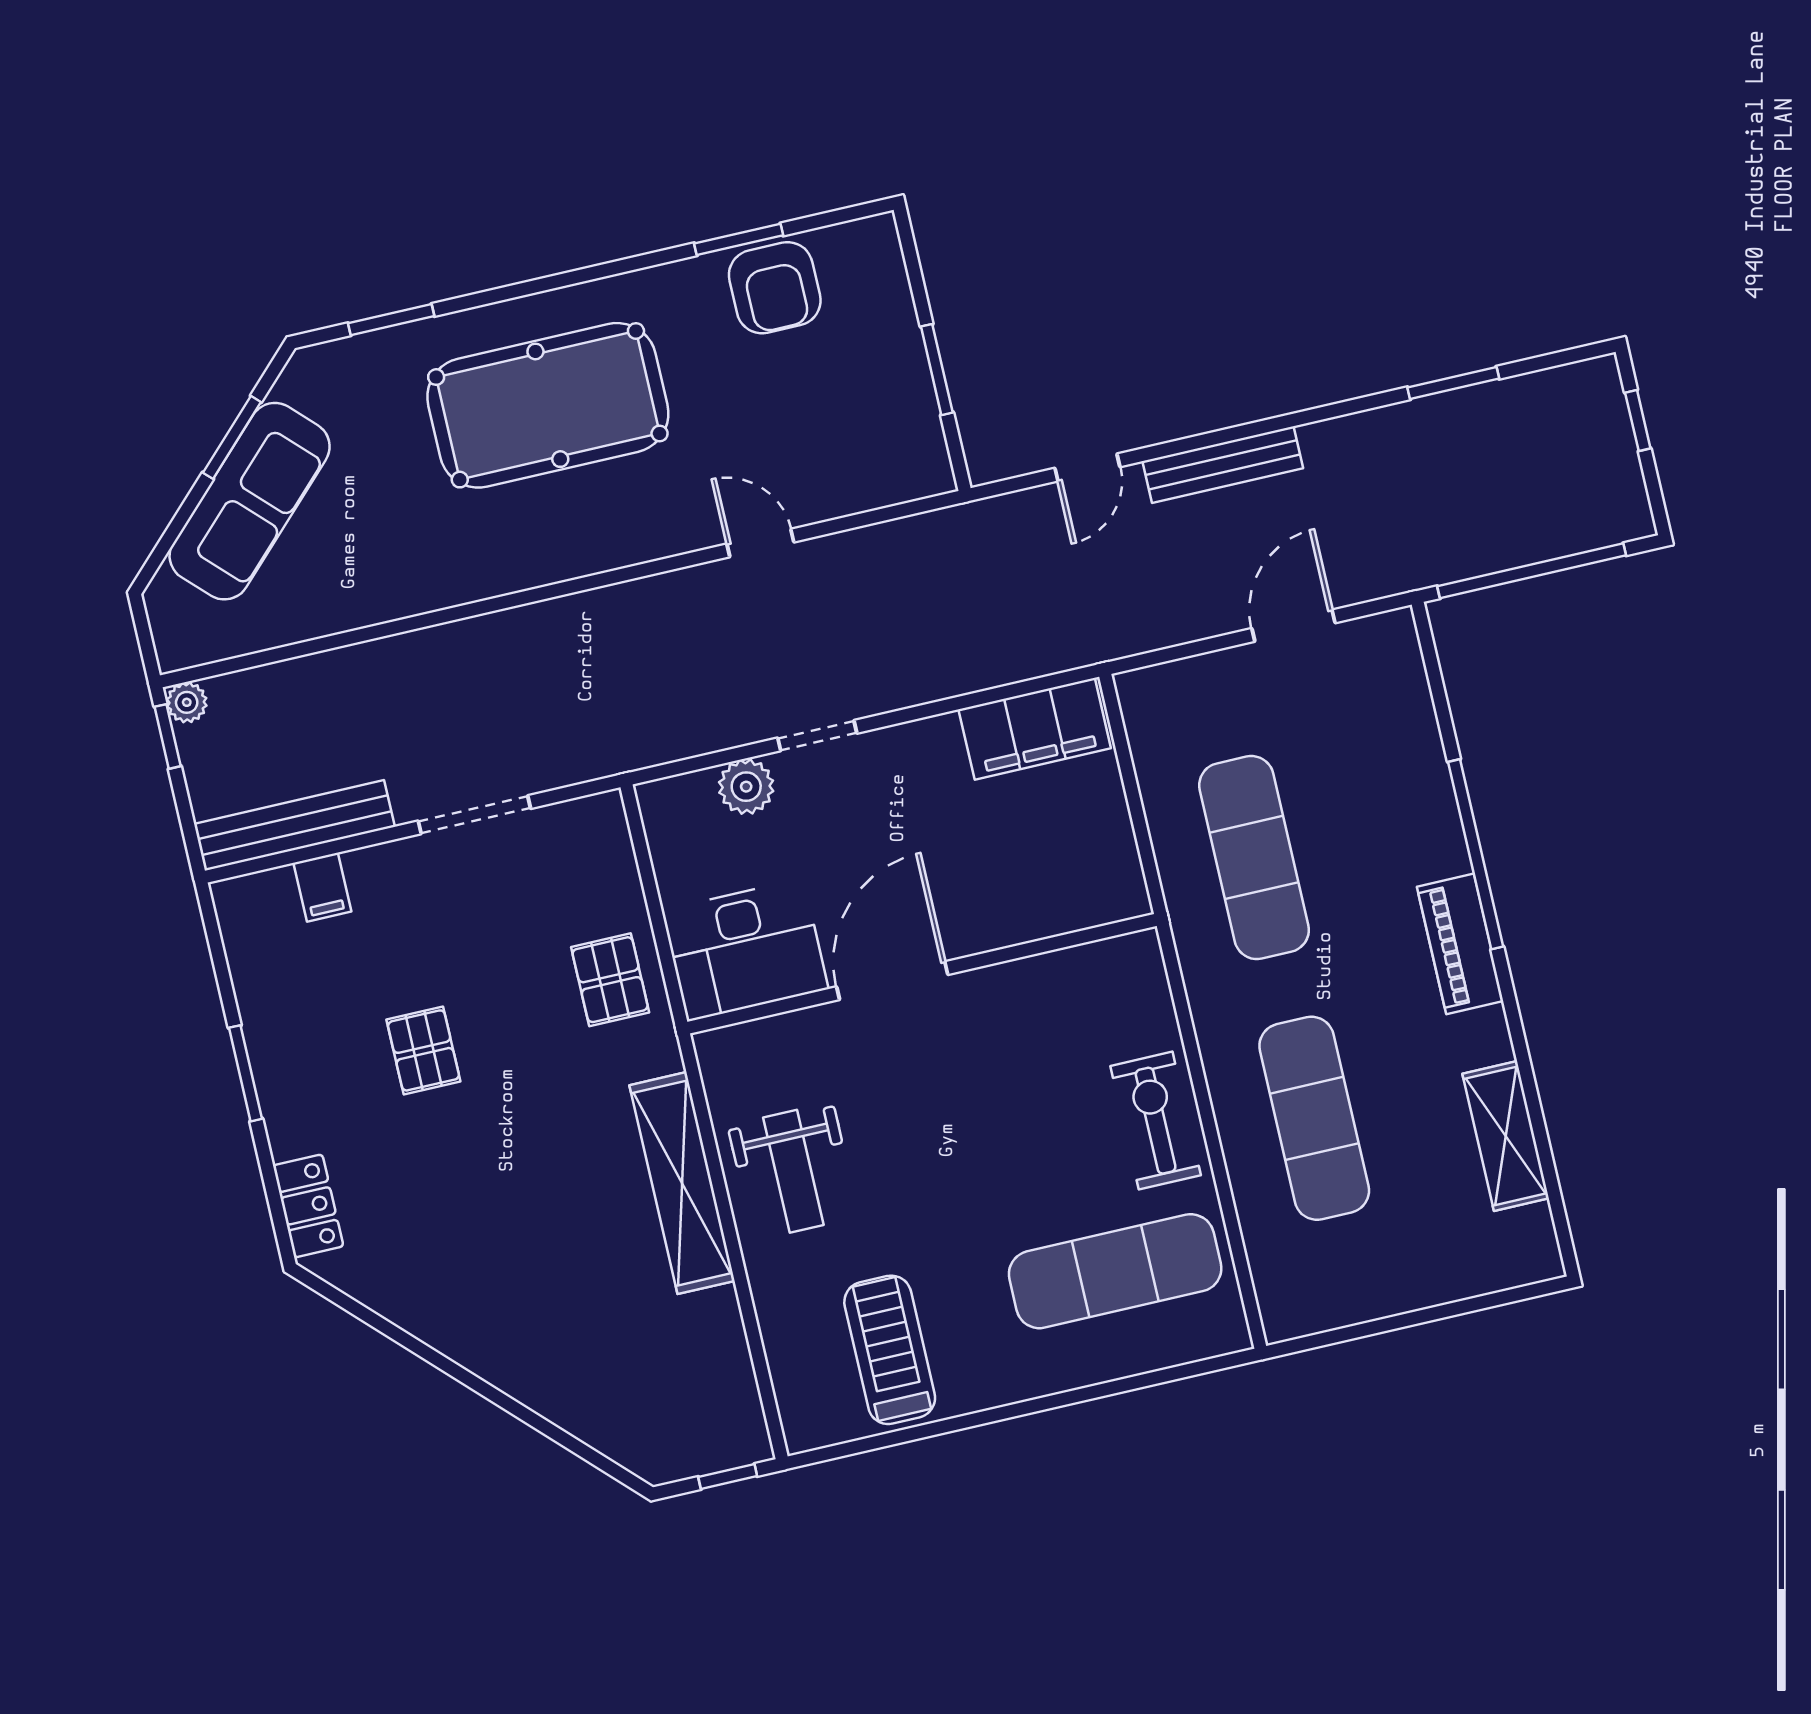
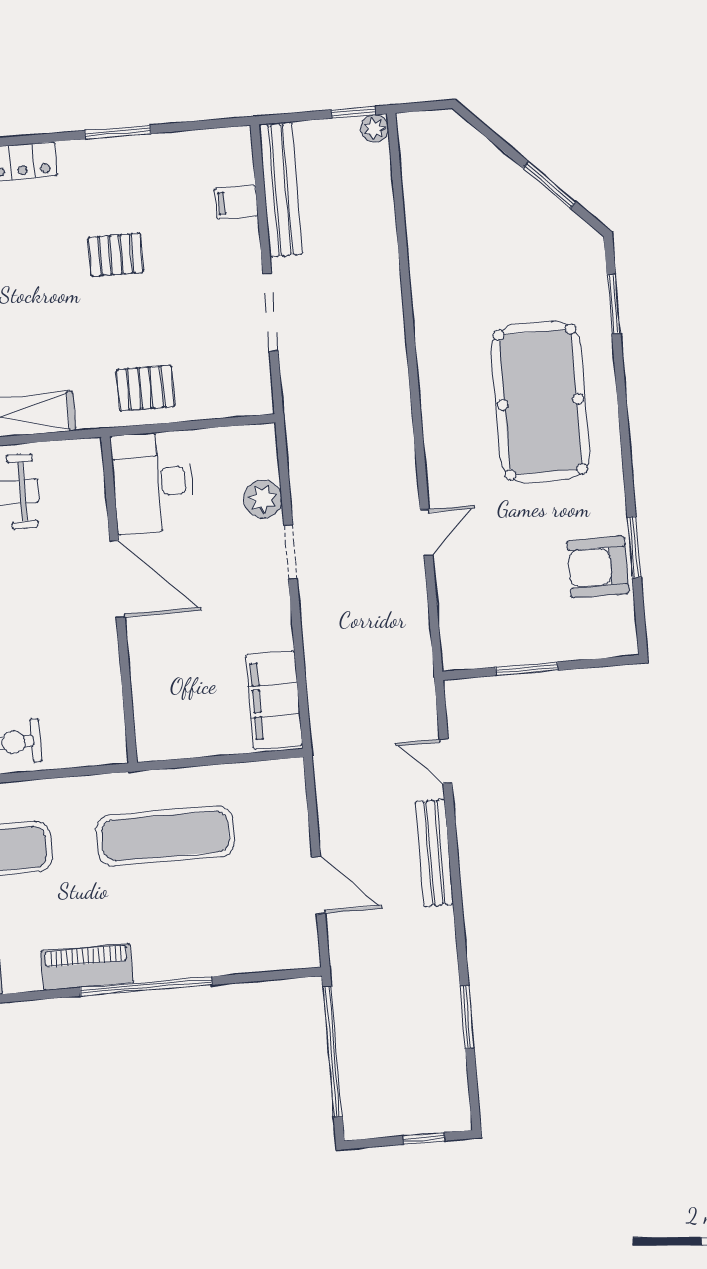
sofa: (250, 501) -> (505, 191), removed

